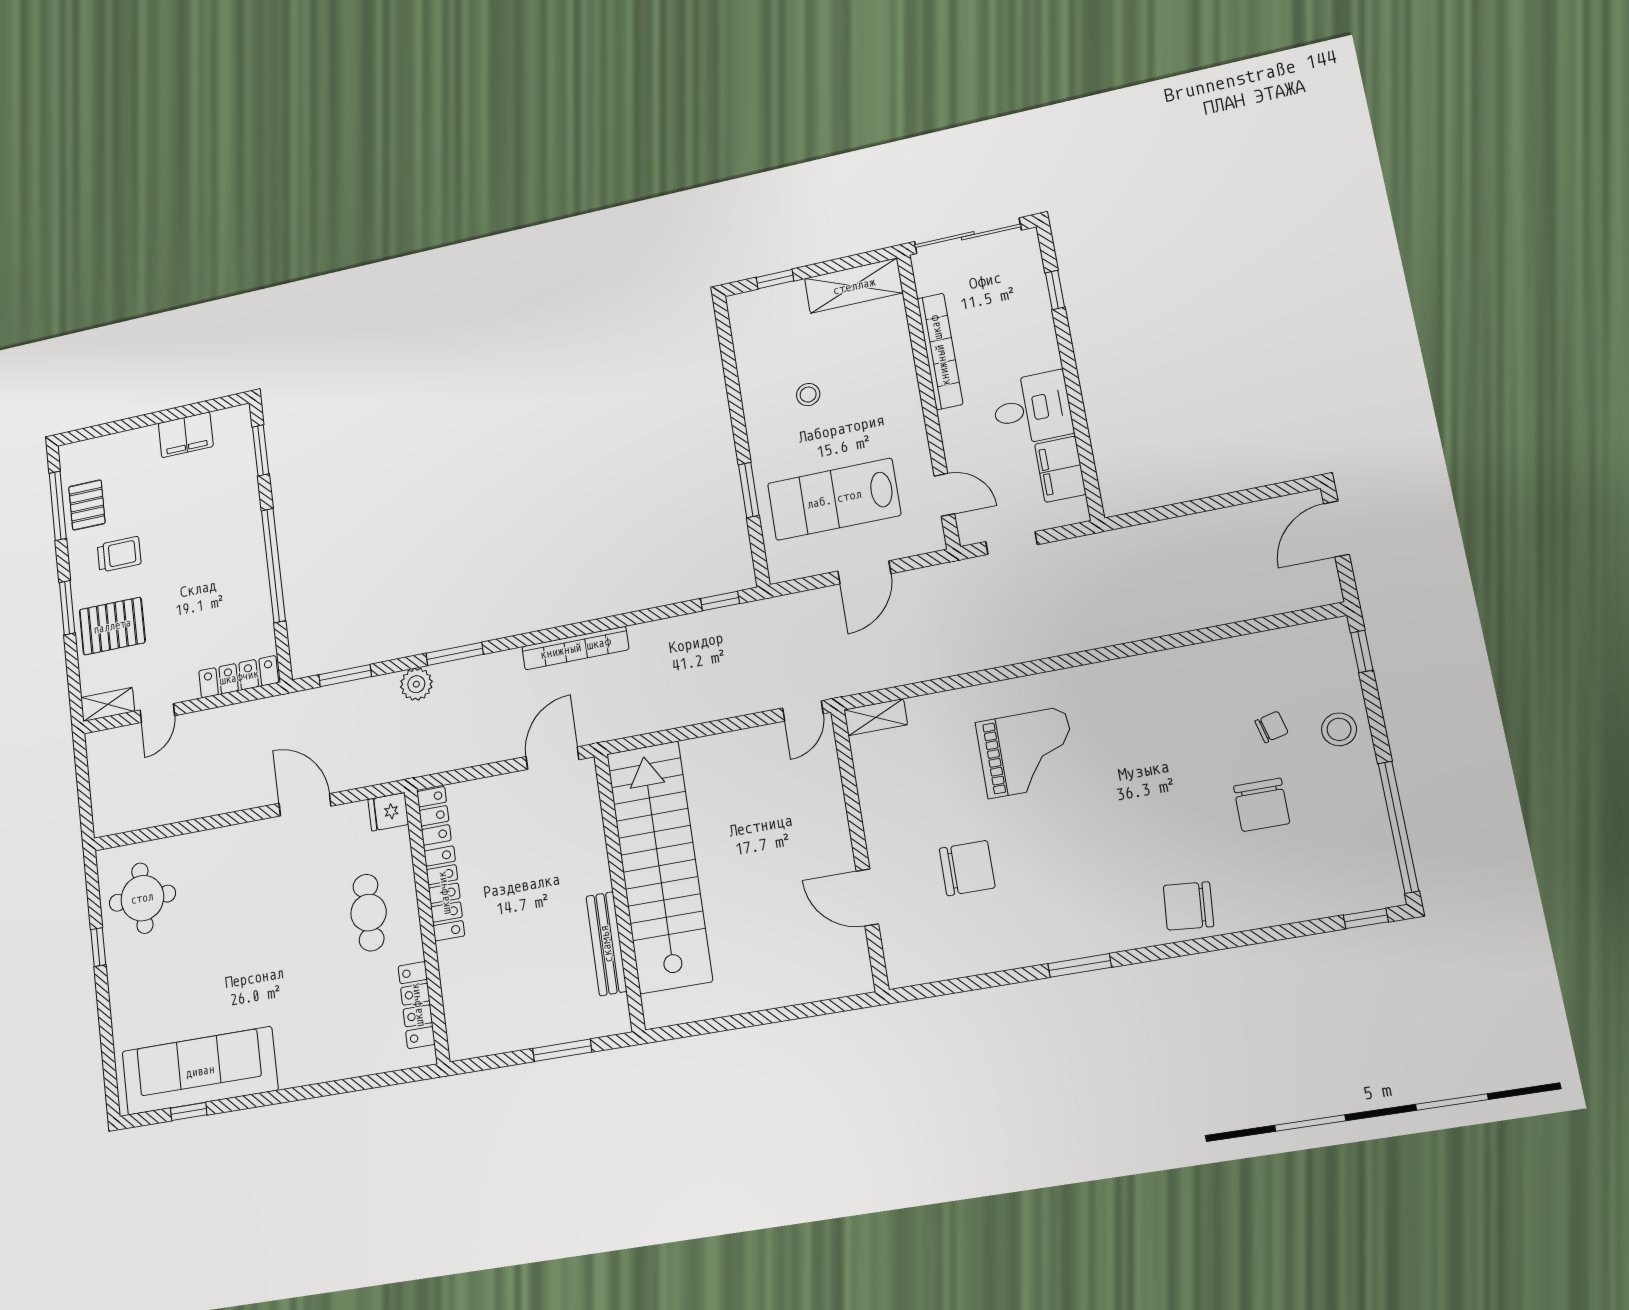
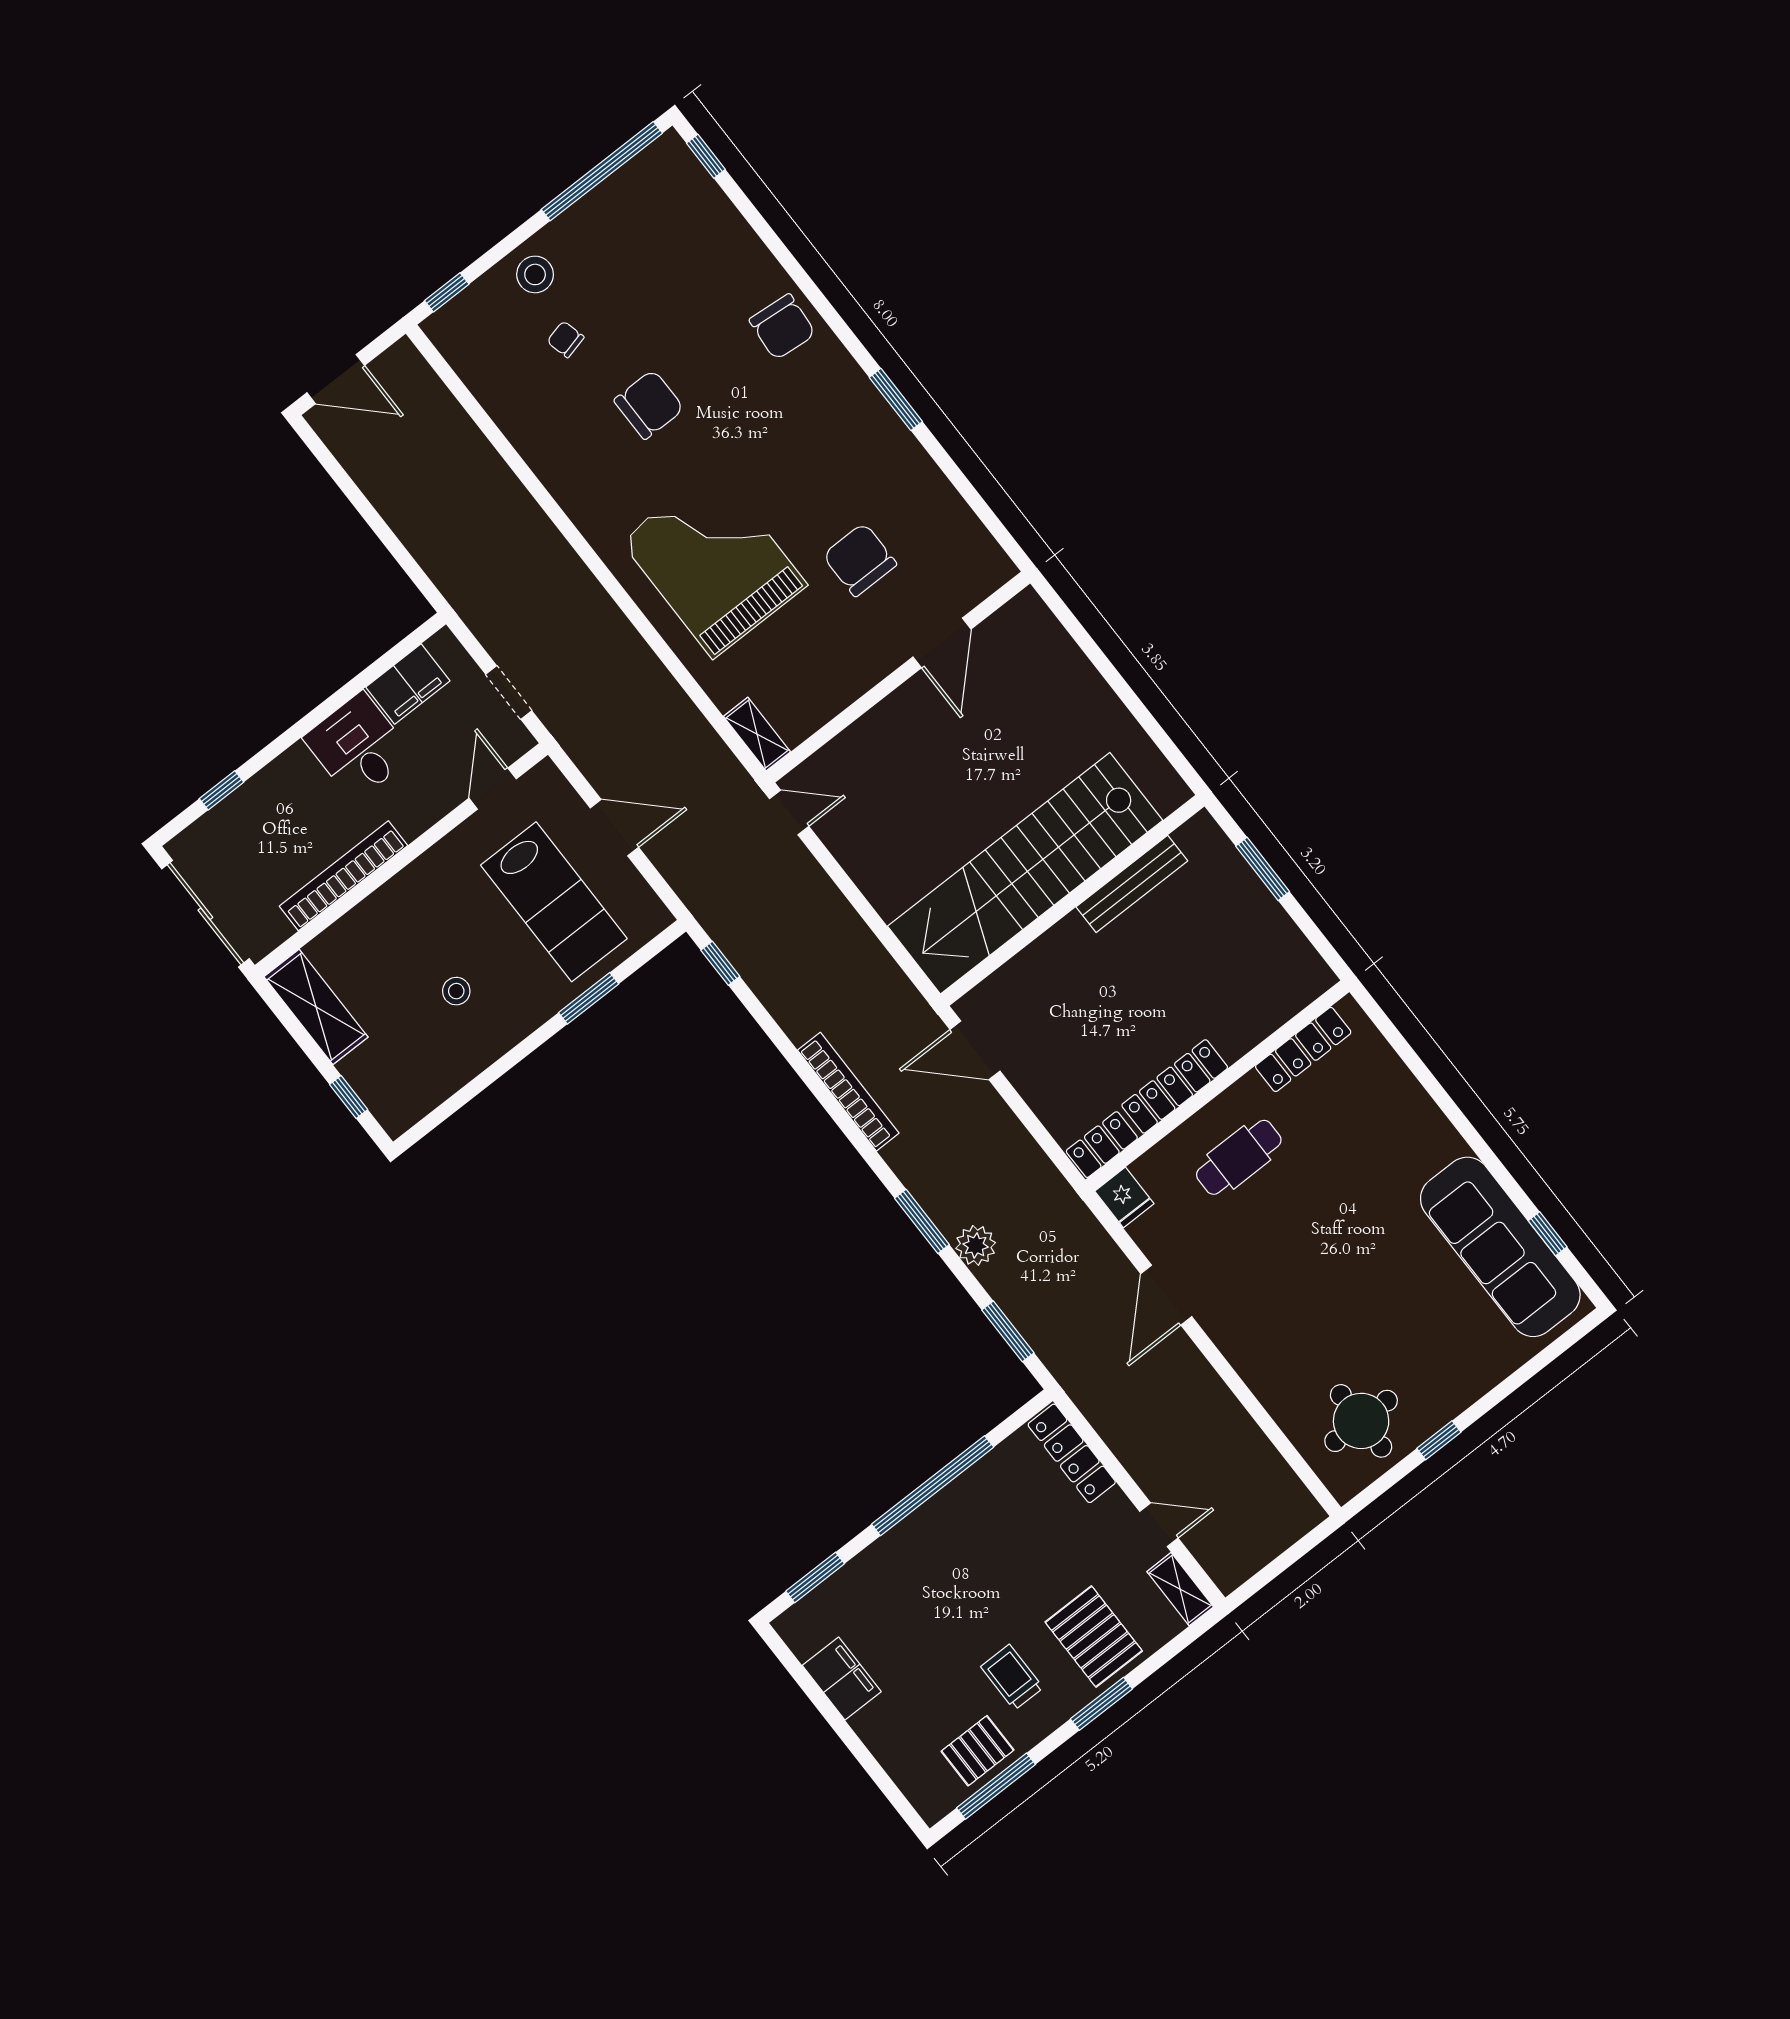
grand piano: (1027, 752) -> (714, 563), width x1.37, depth x1.48
chair: (1262, 805) -> (649, 405), moved

